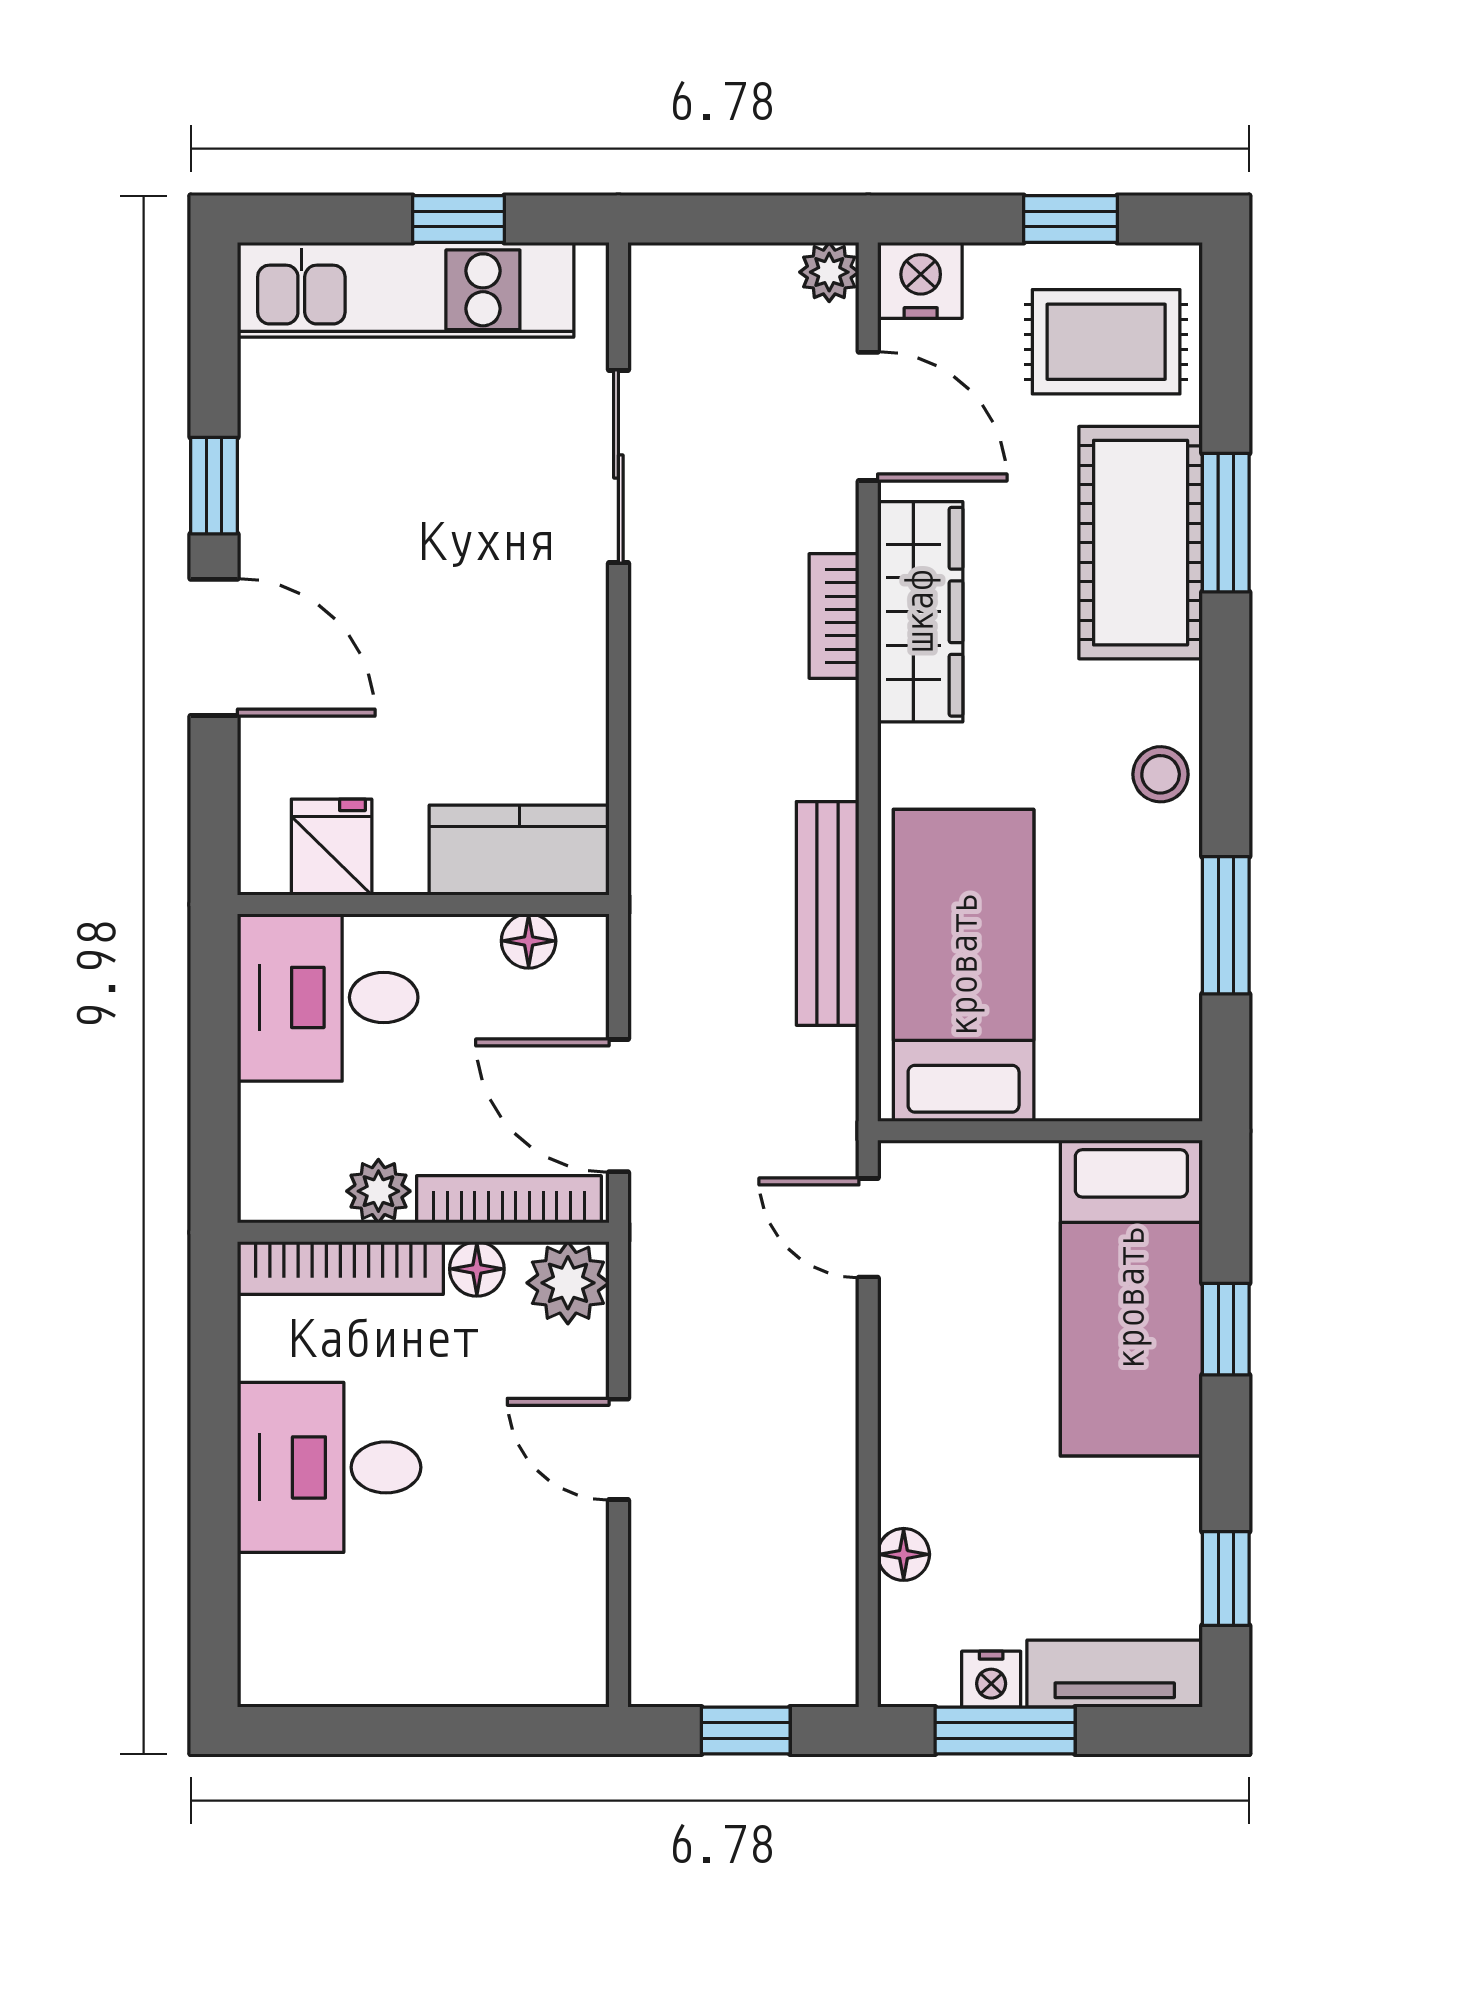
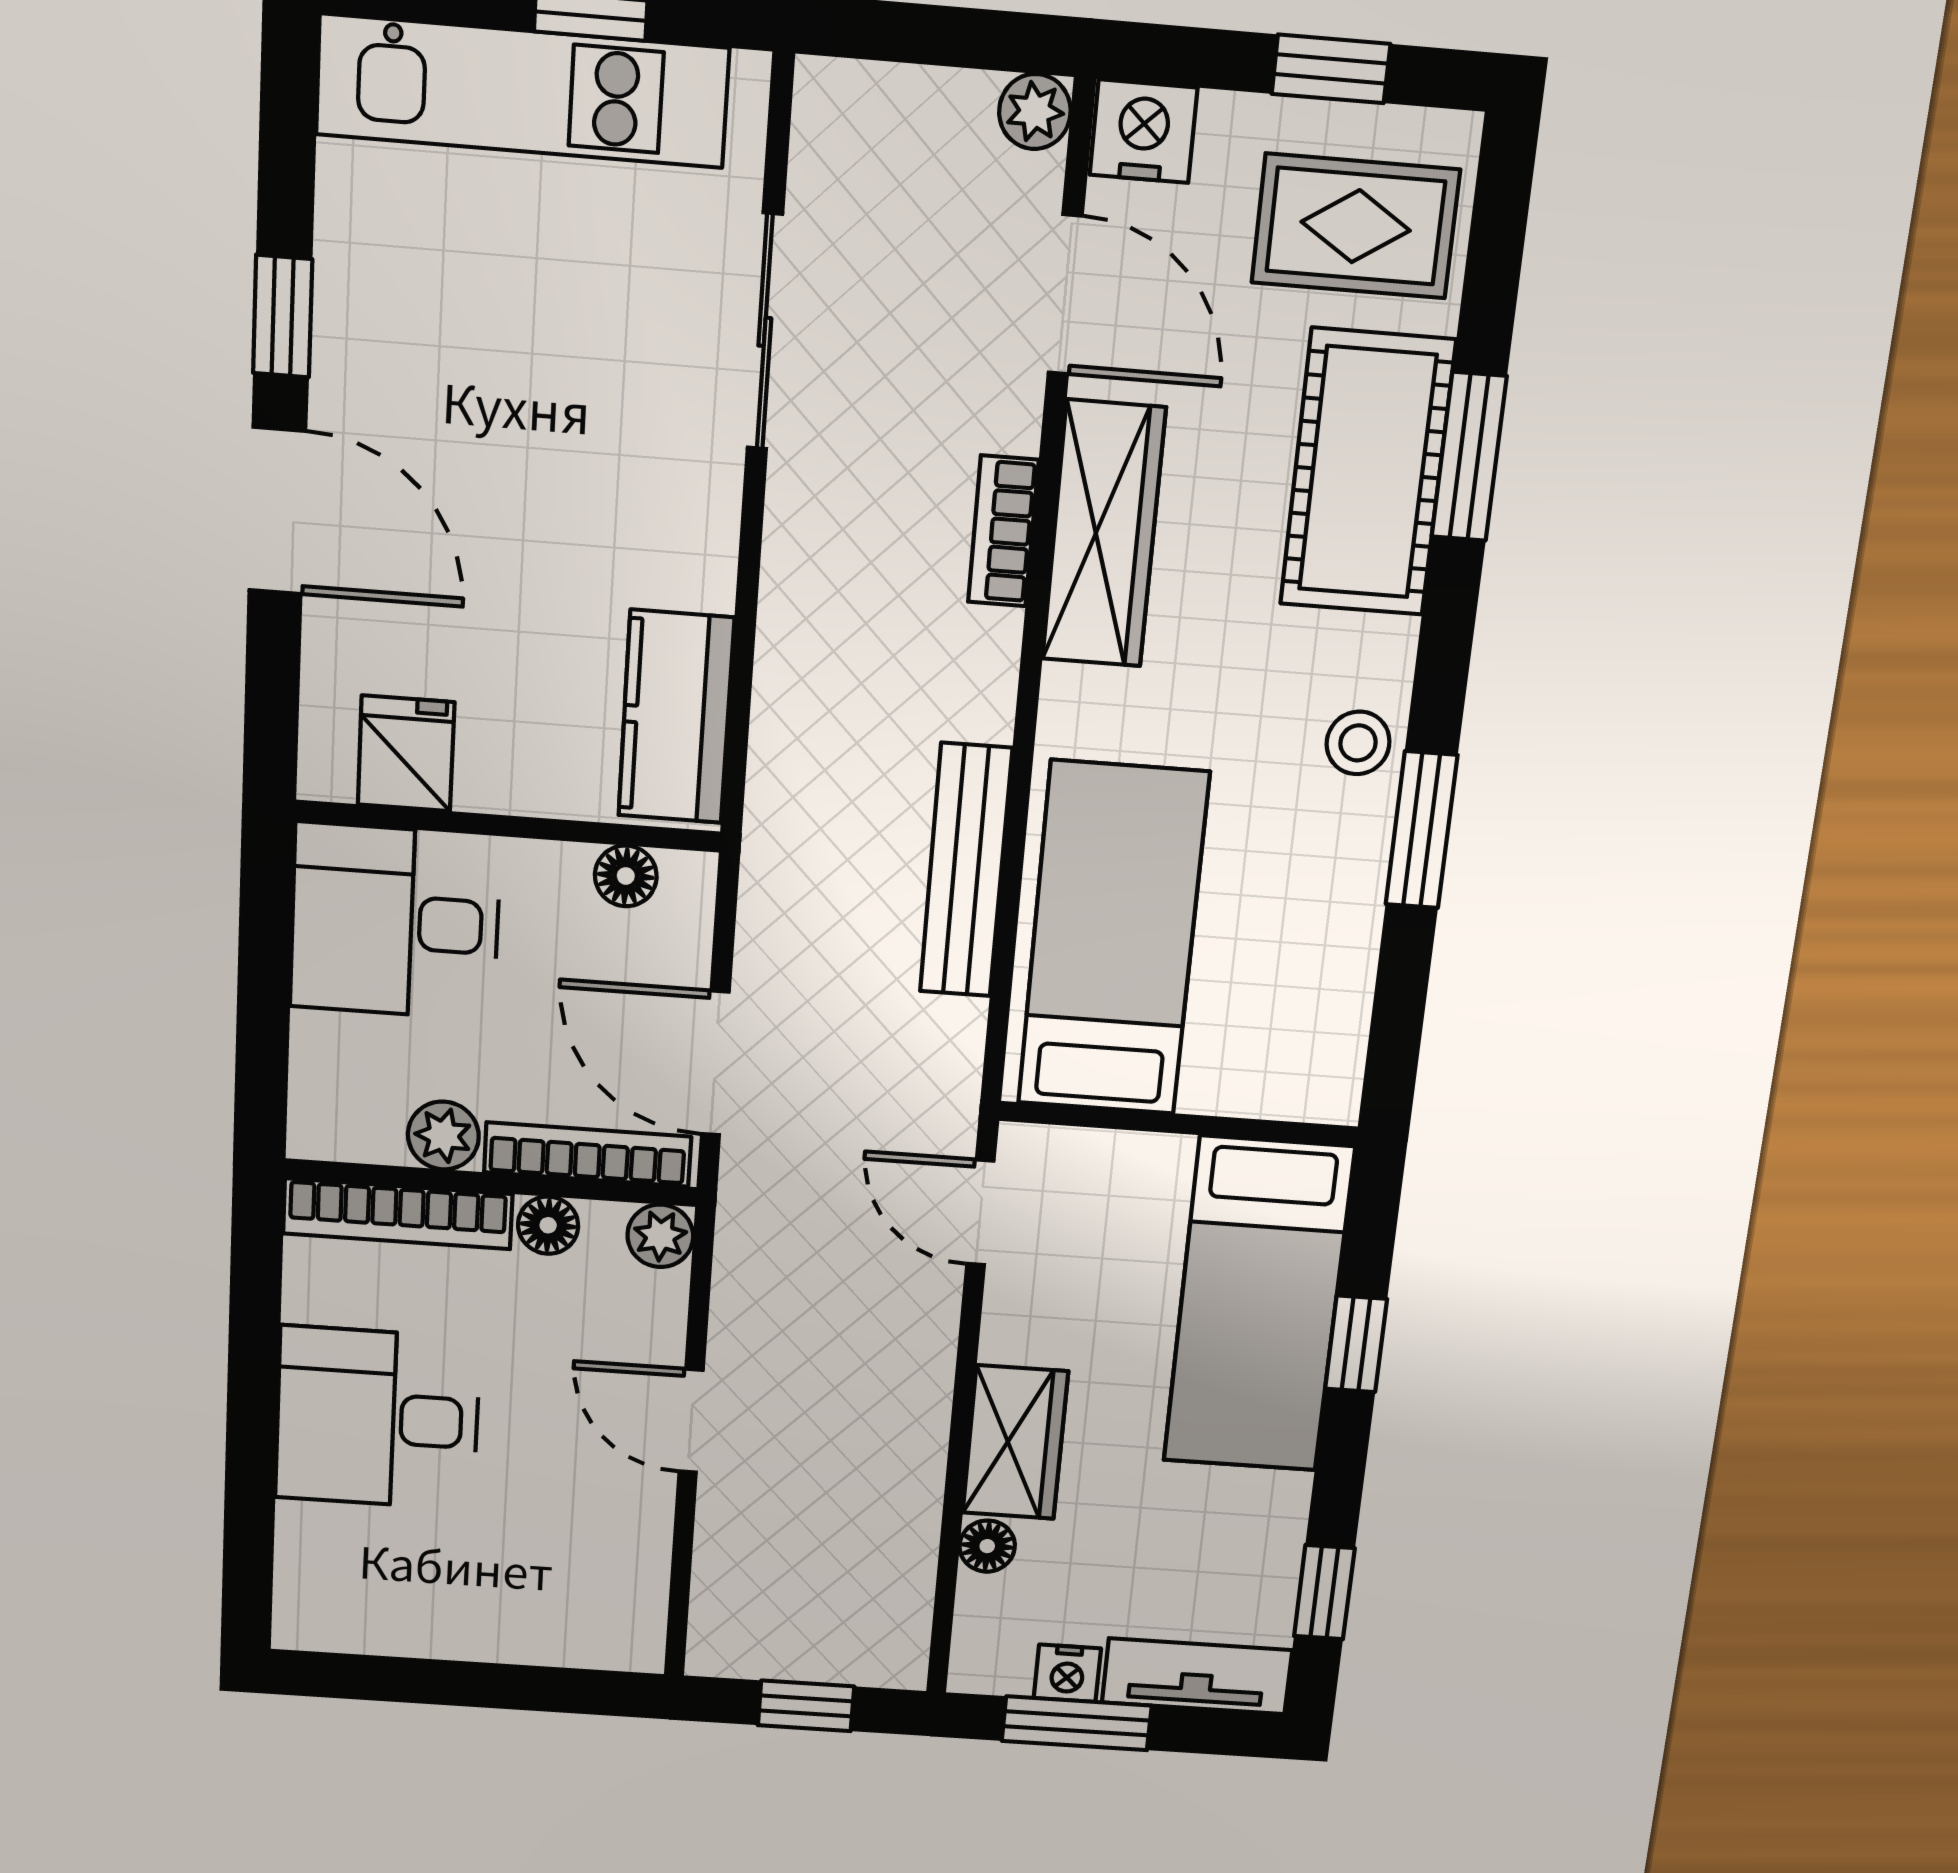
kitchen counter: (519, 850) -> (676, 717), moved, turned -90
window: (1226, 925) -> (1421, 830), moved
plant: (568, 1283) -> (660, 1236), width x0.73, depth x0.73
wardrobe: (920, 1449) -> (1015, 1442), added

